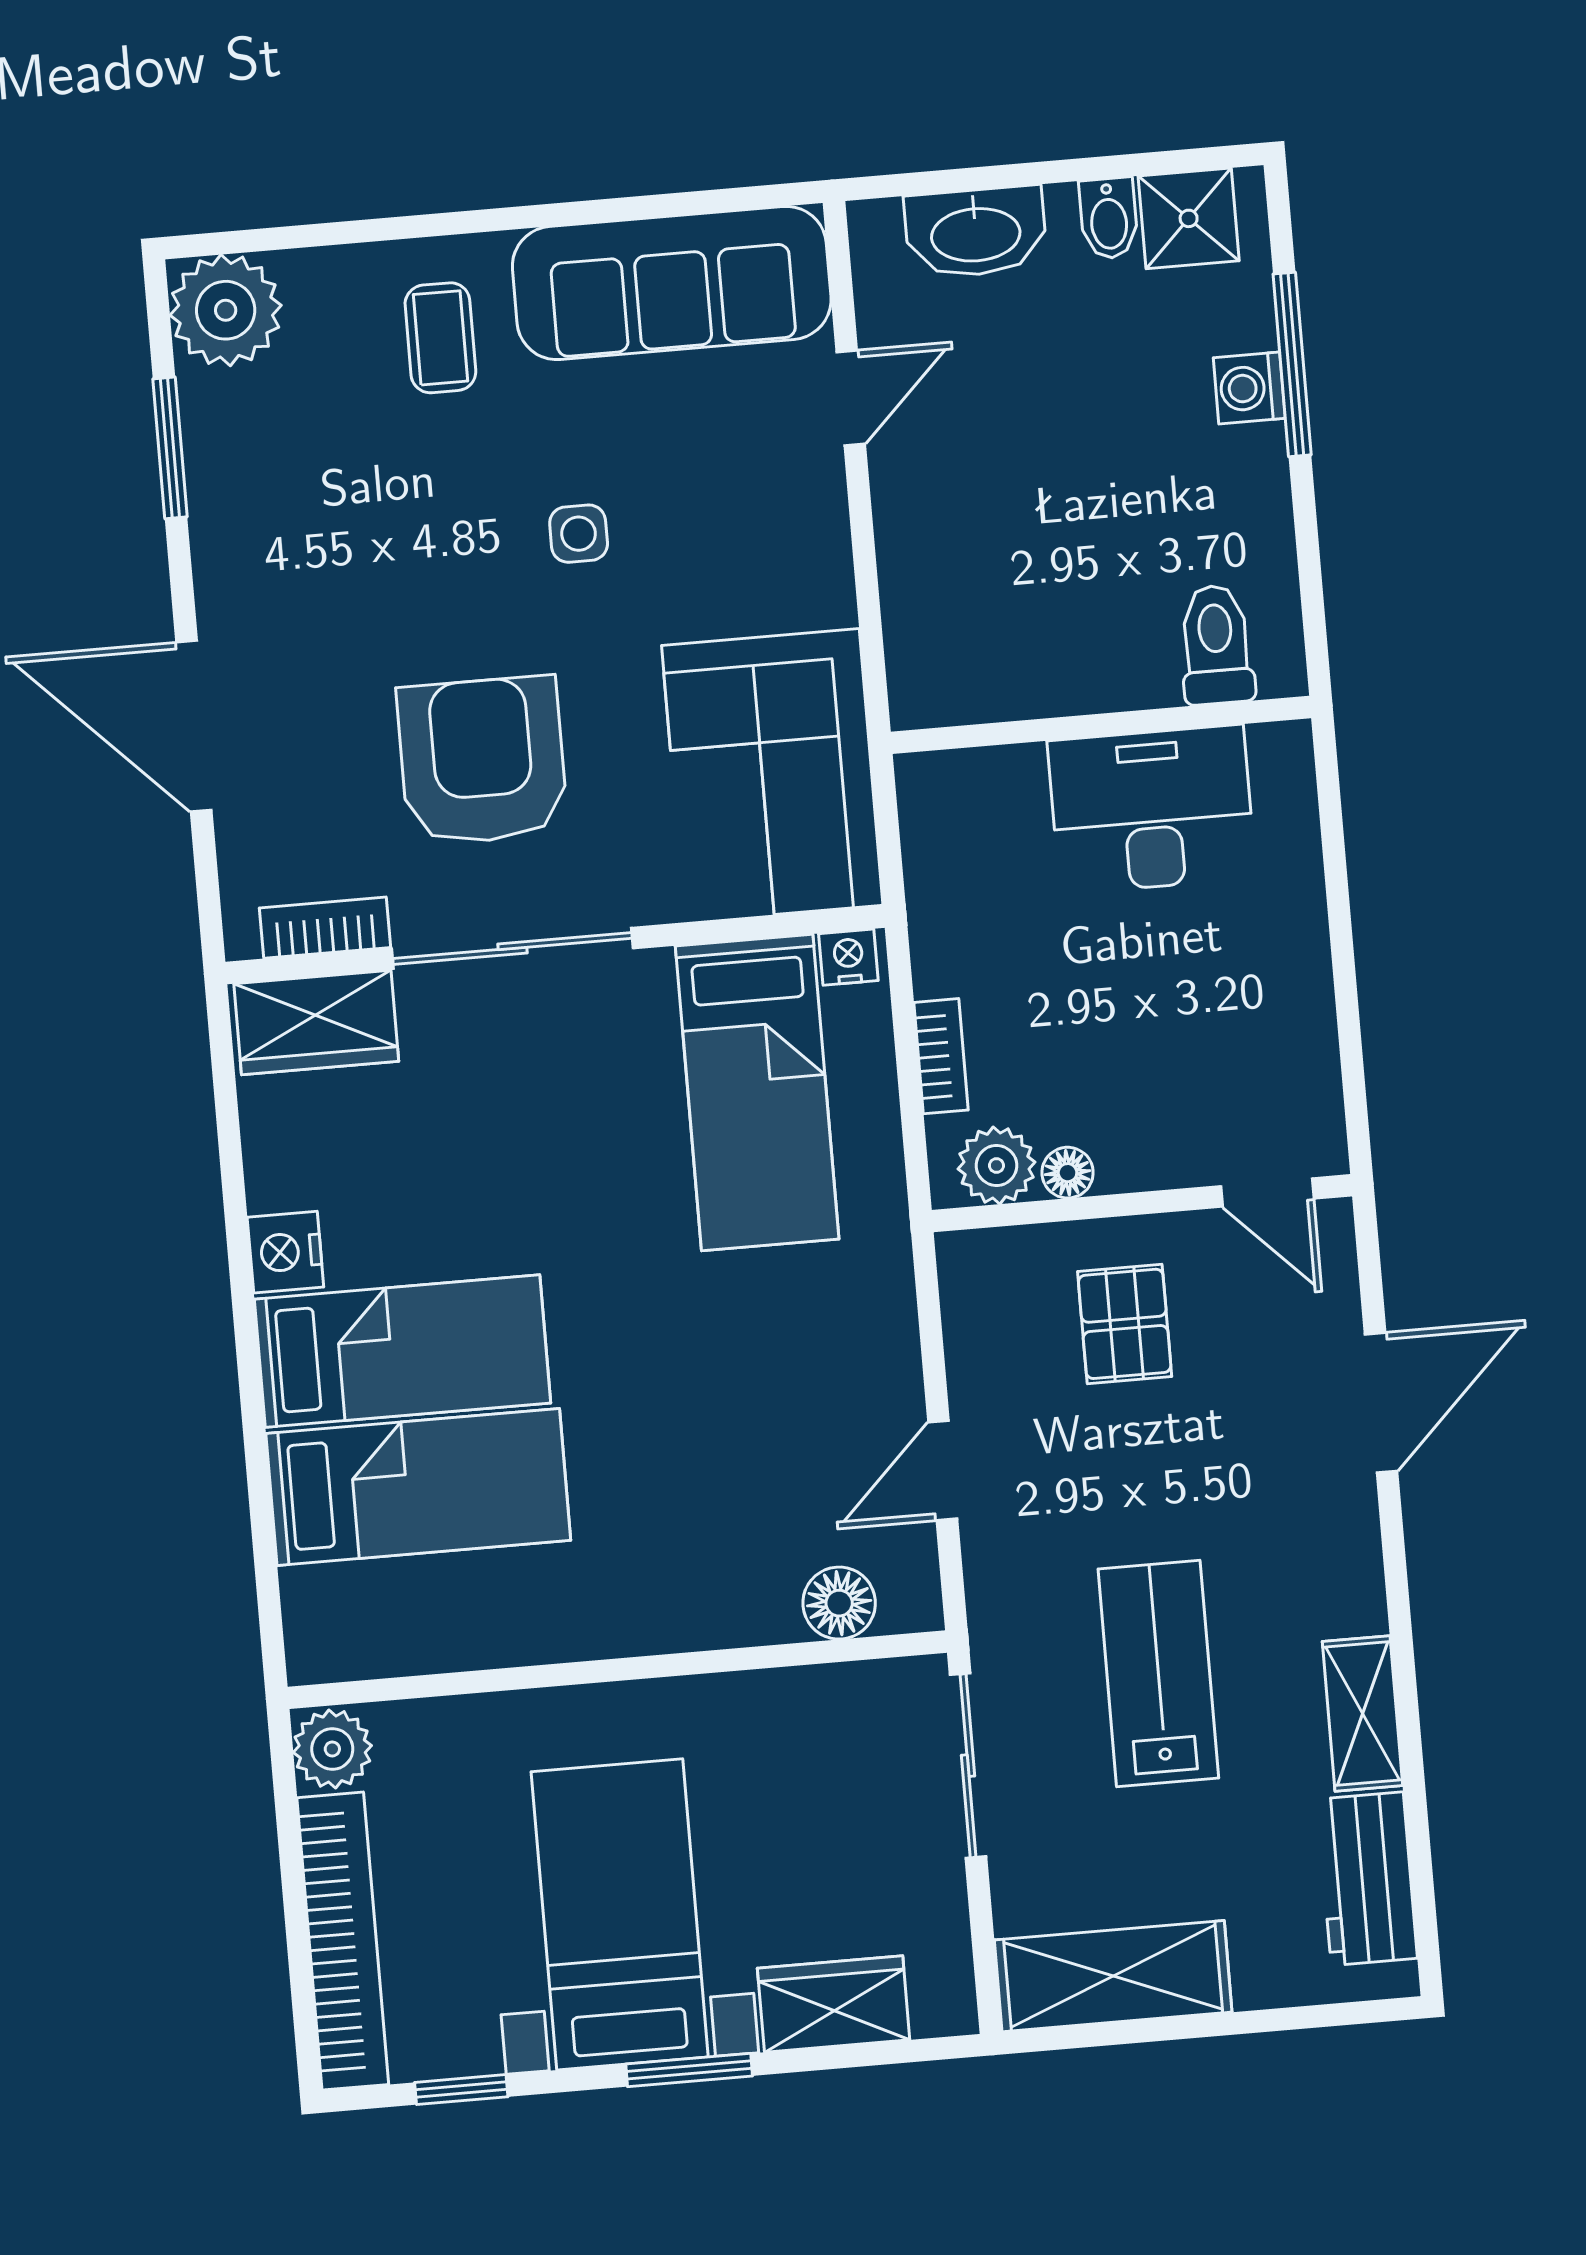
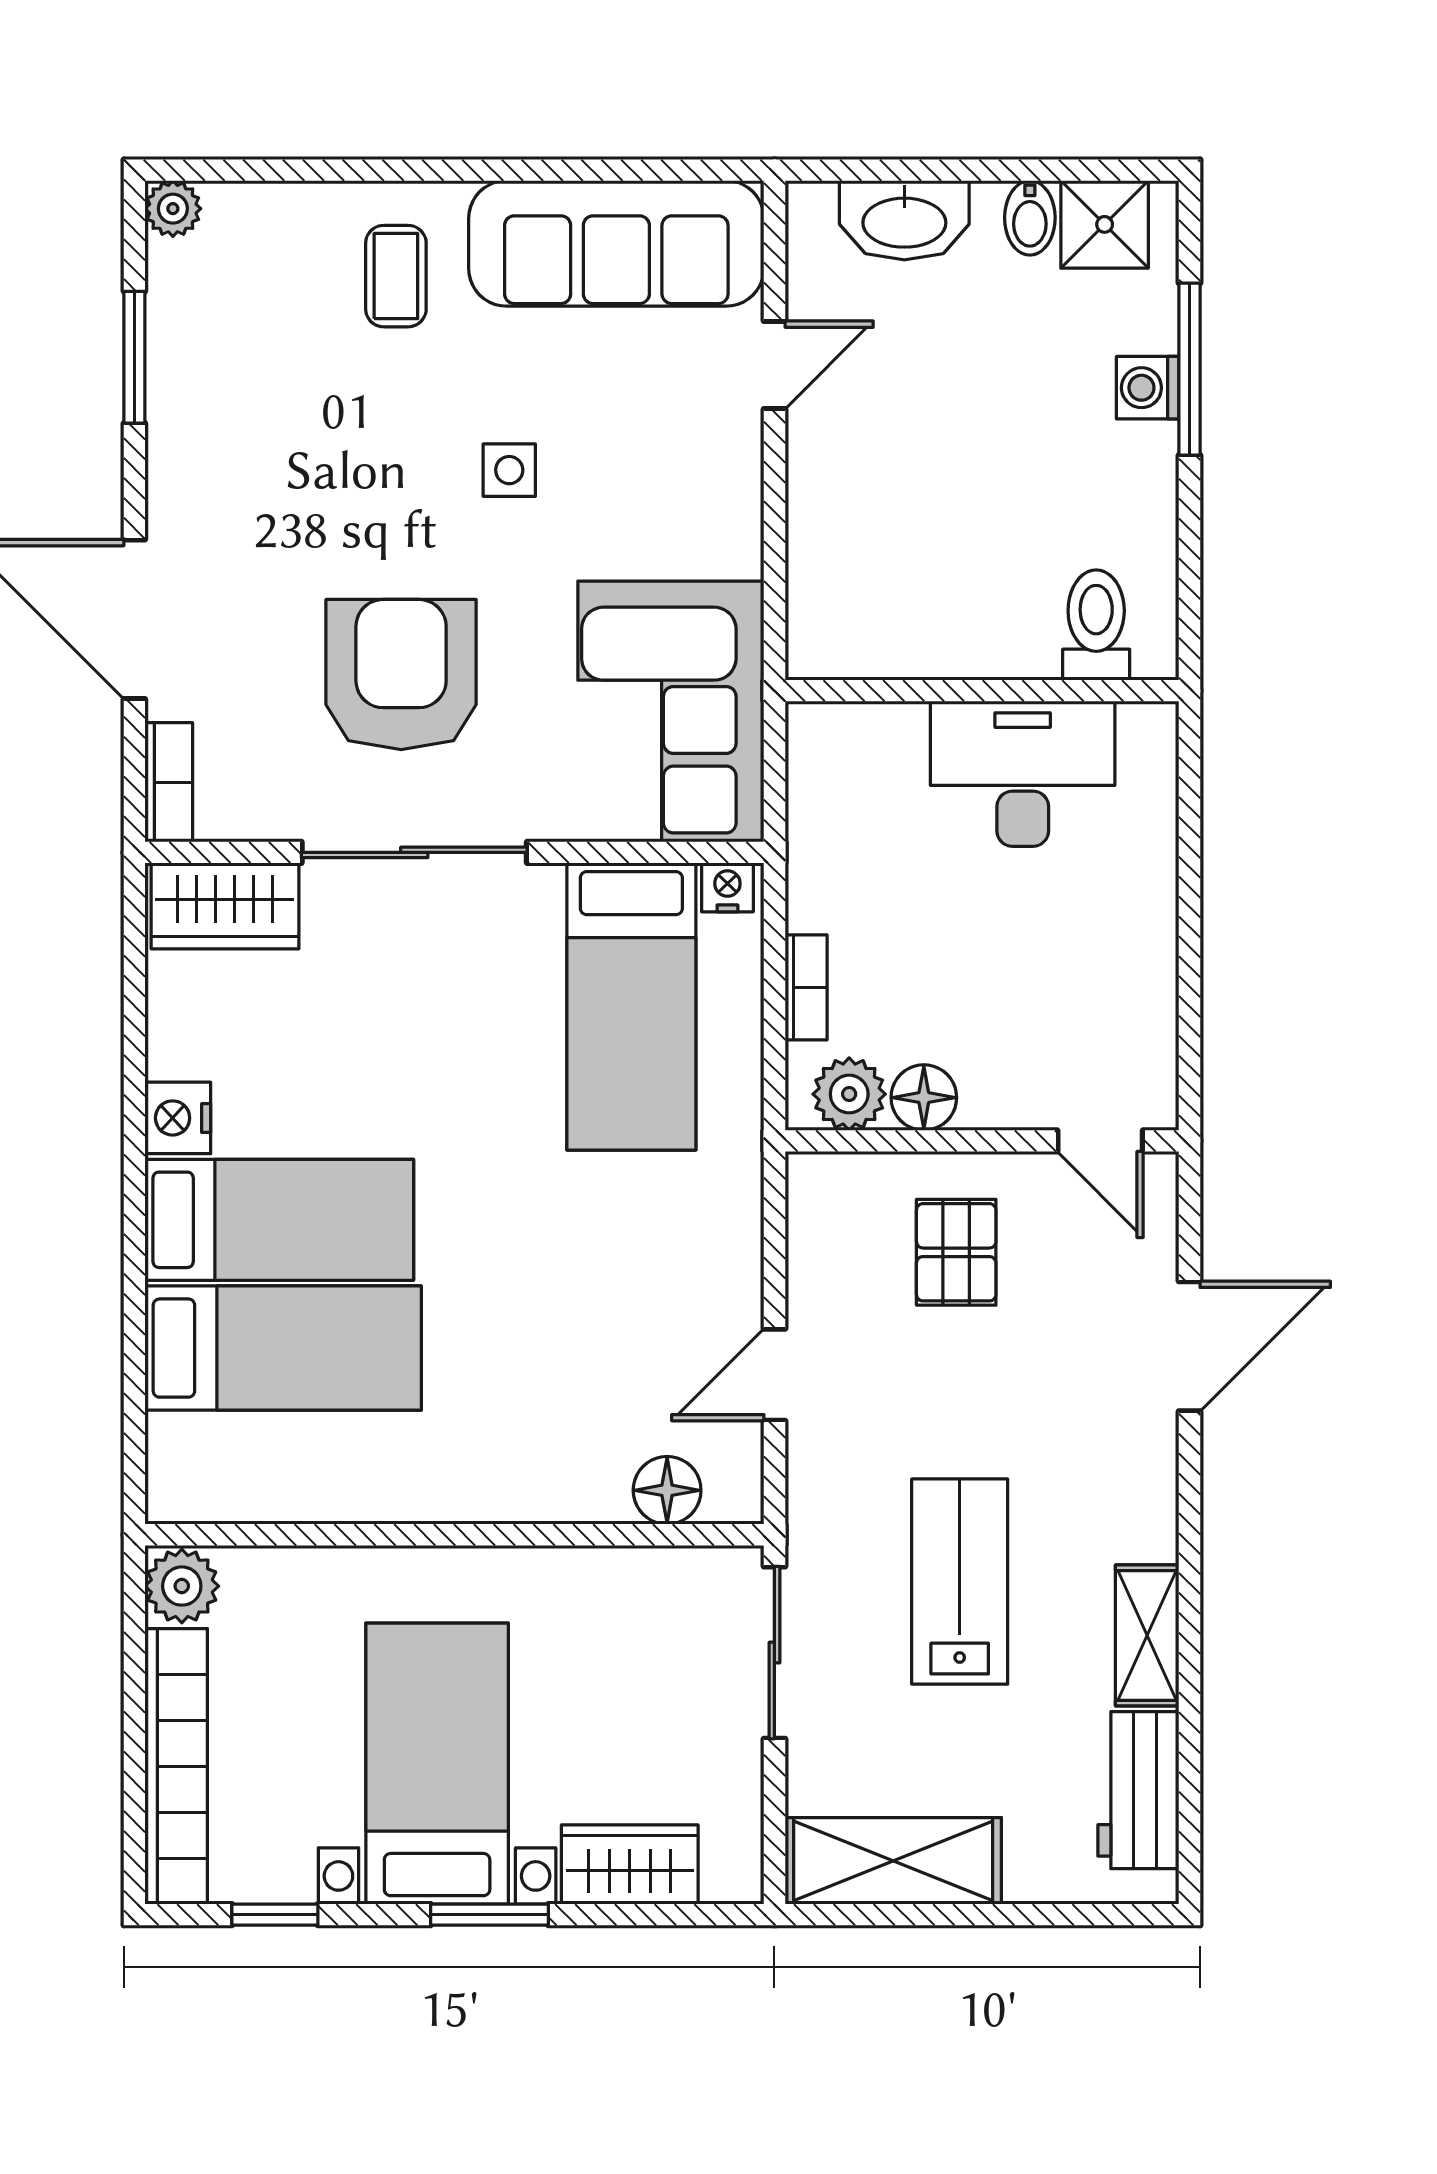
plant: (226, 310) -> (173, 209), width x0.53, depth x0.53
bookcase: (325, 928) -> (169, 782), moved, turned 90
floor lamp: (1068, 1173) -> (924, 1098), width x1.37, depth x1.37

